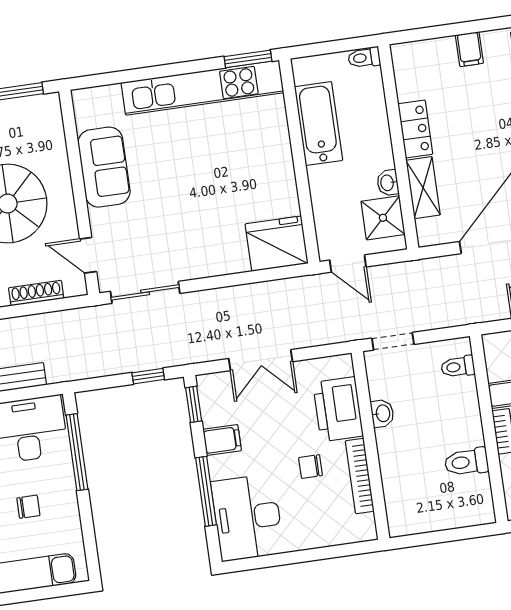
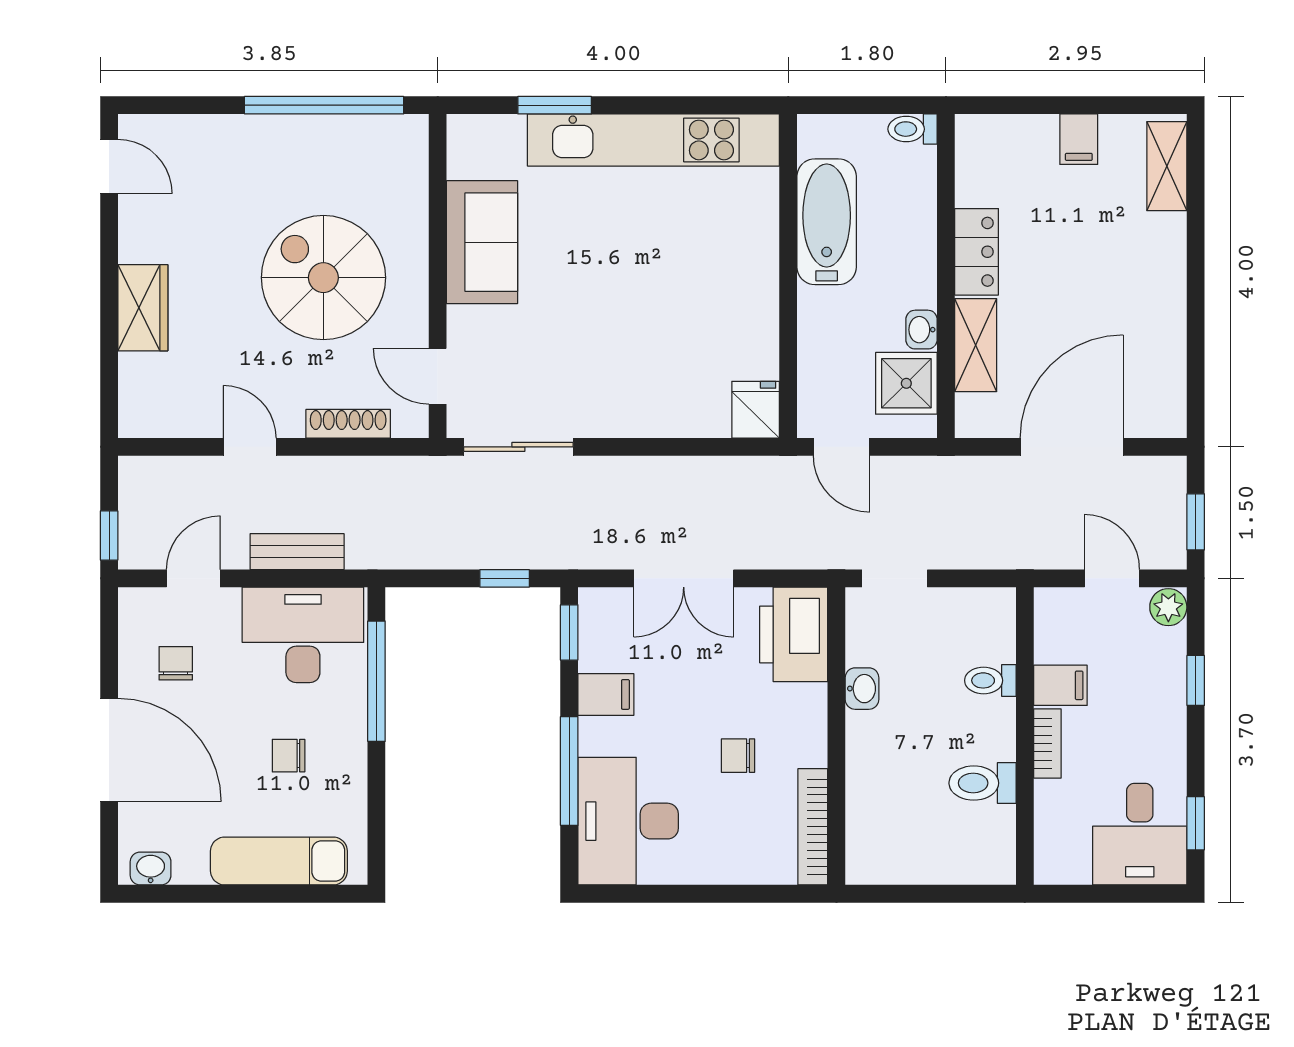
window: (248, 59) -> (555, 105), moved
fridge: (277, 244) -> (756, 410), width x0.53, depth x0.75
toilet: (458, 367) -> (990, 680), moved
printer: (338, 409) -> (794, 634), moved
bookcase: (360, 476) -> (813, 827), moved
chair: (28, 507) -> (289, 756), turned 180

